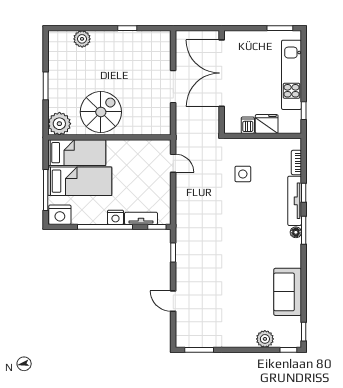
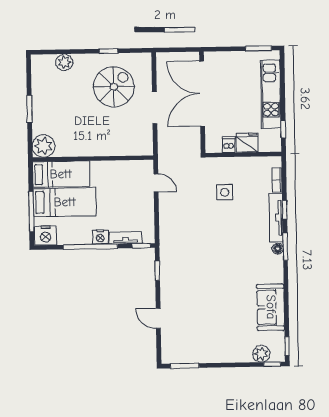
spiral stairs: (101, 112) -> (114, 87), moved
plant: (265, 339) -> (261, 354), moved

